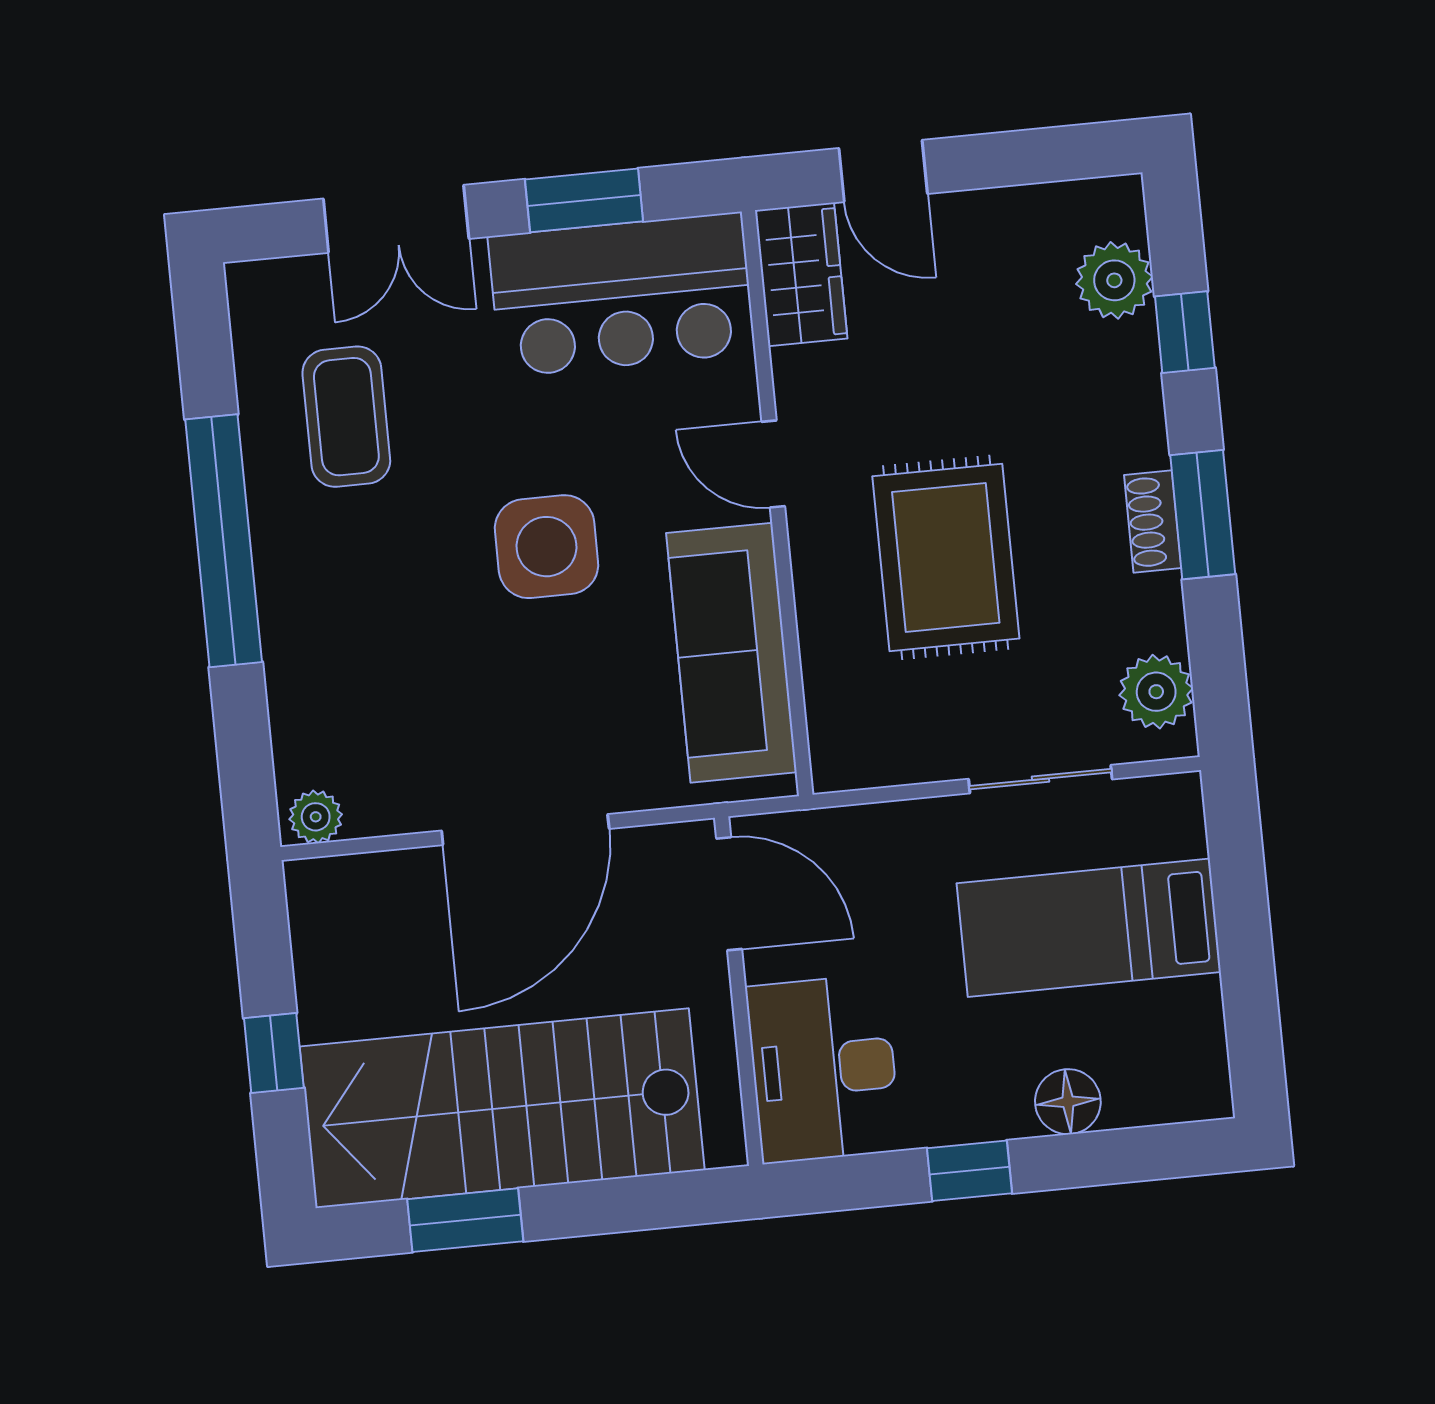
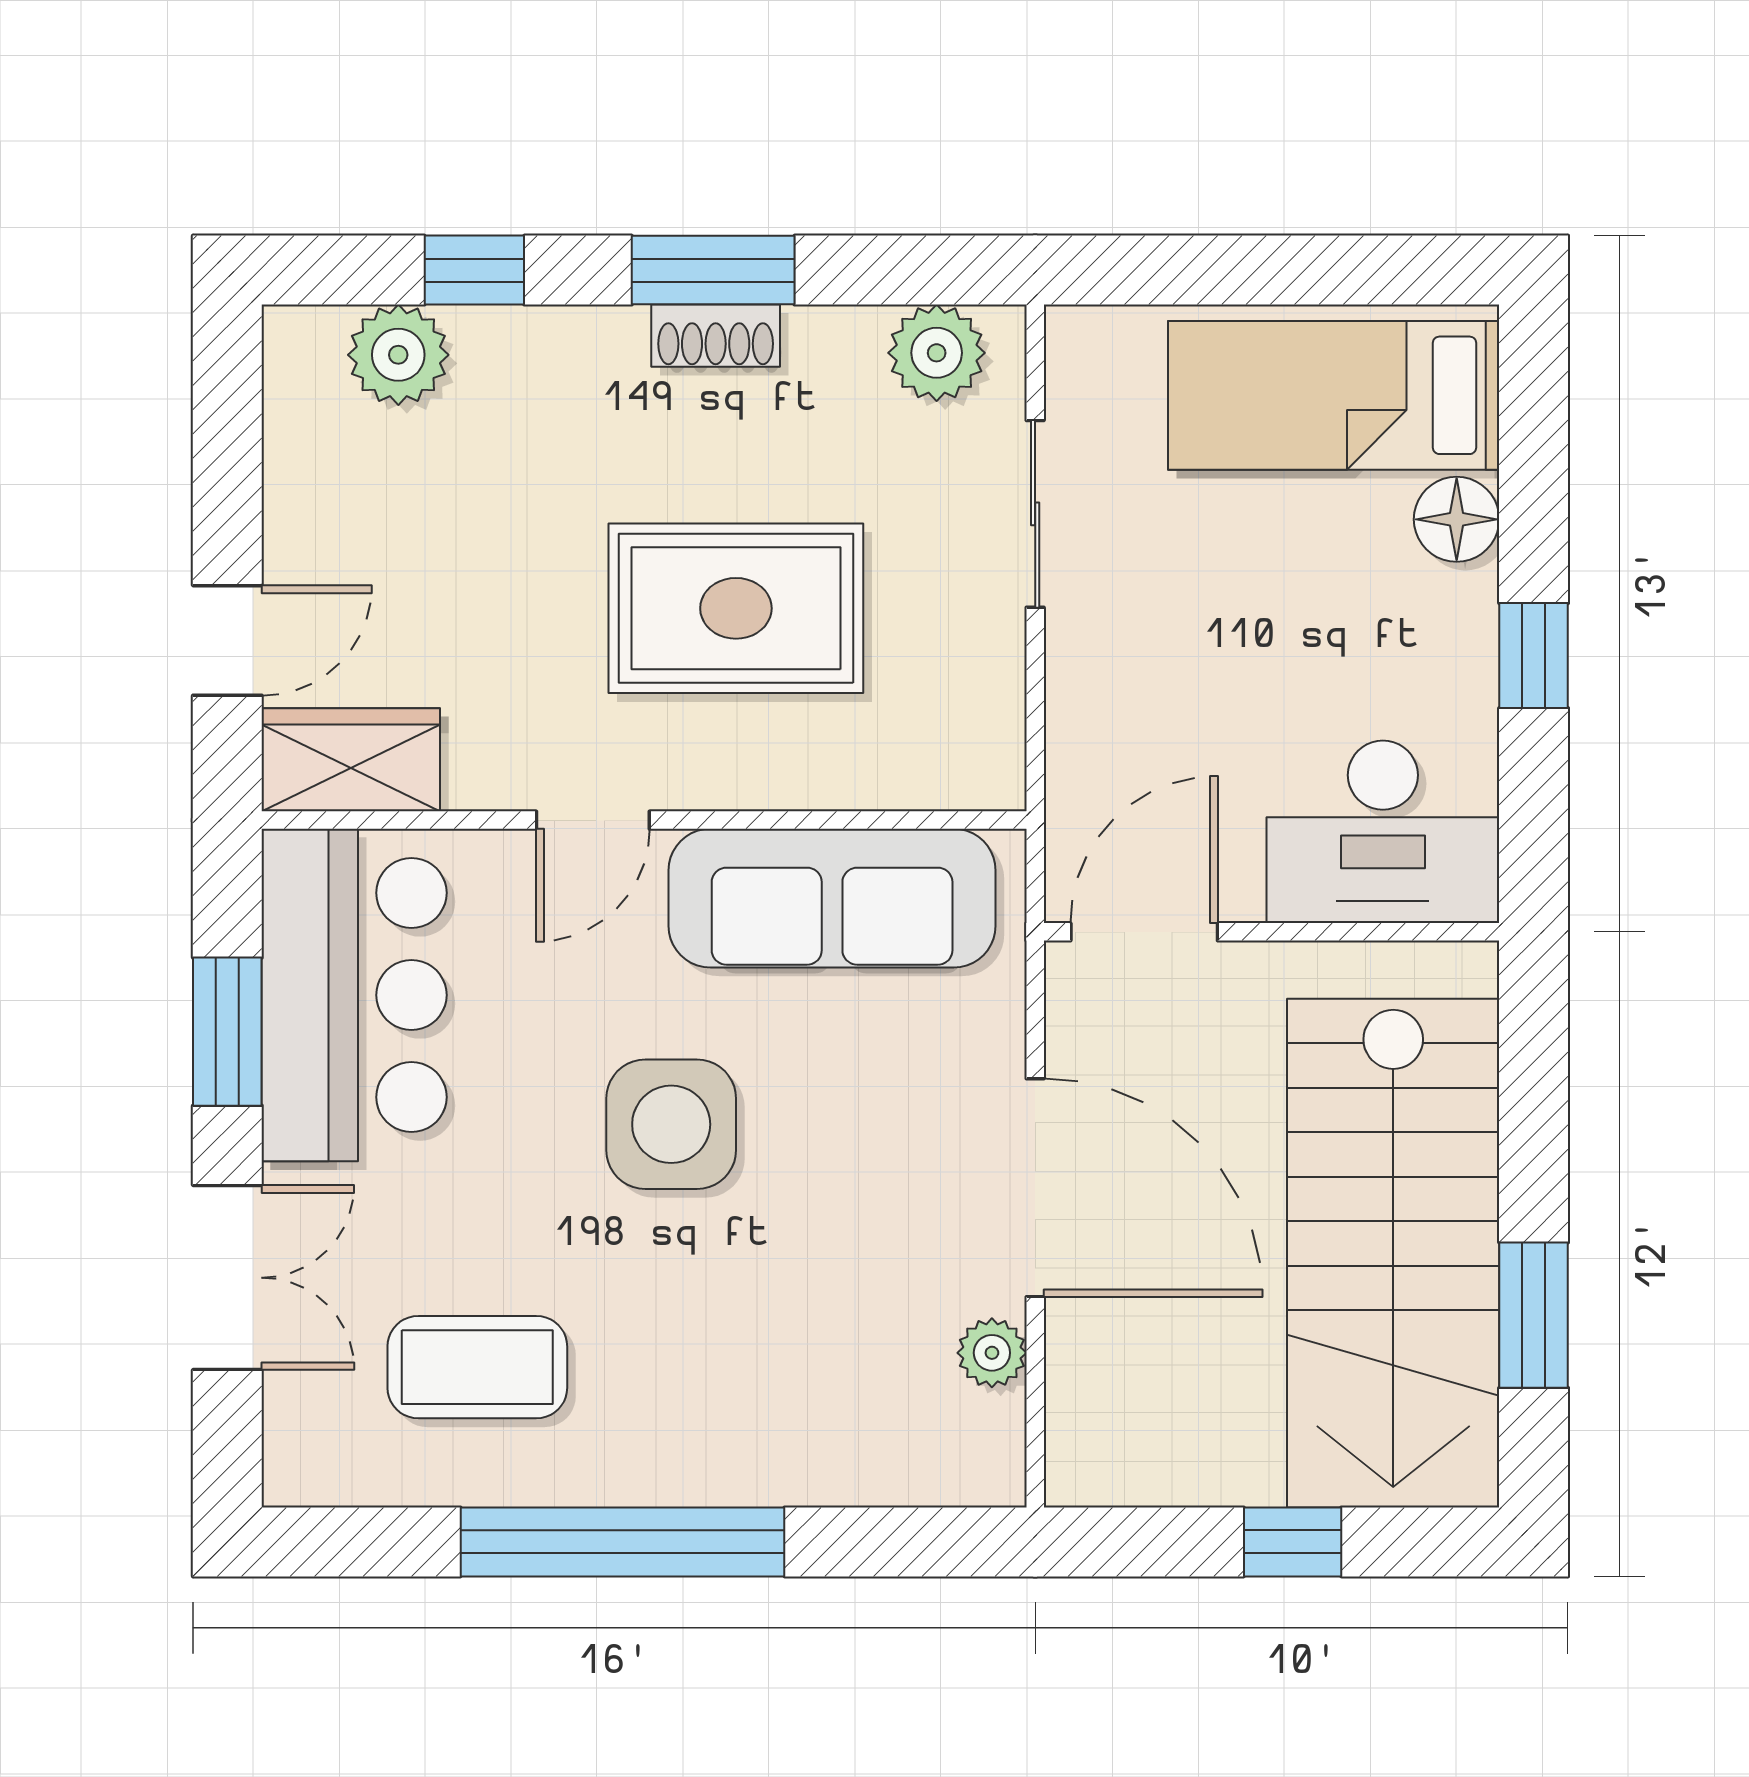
plant: (316, 817) -> (992, 1353), moved
bed: (1089, 928) -> (1334, 395), moved, turned 90

